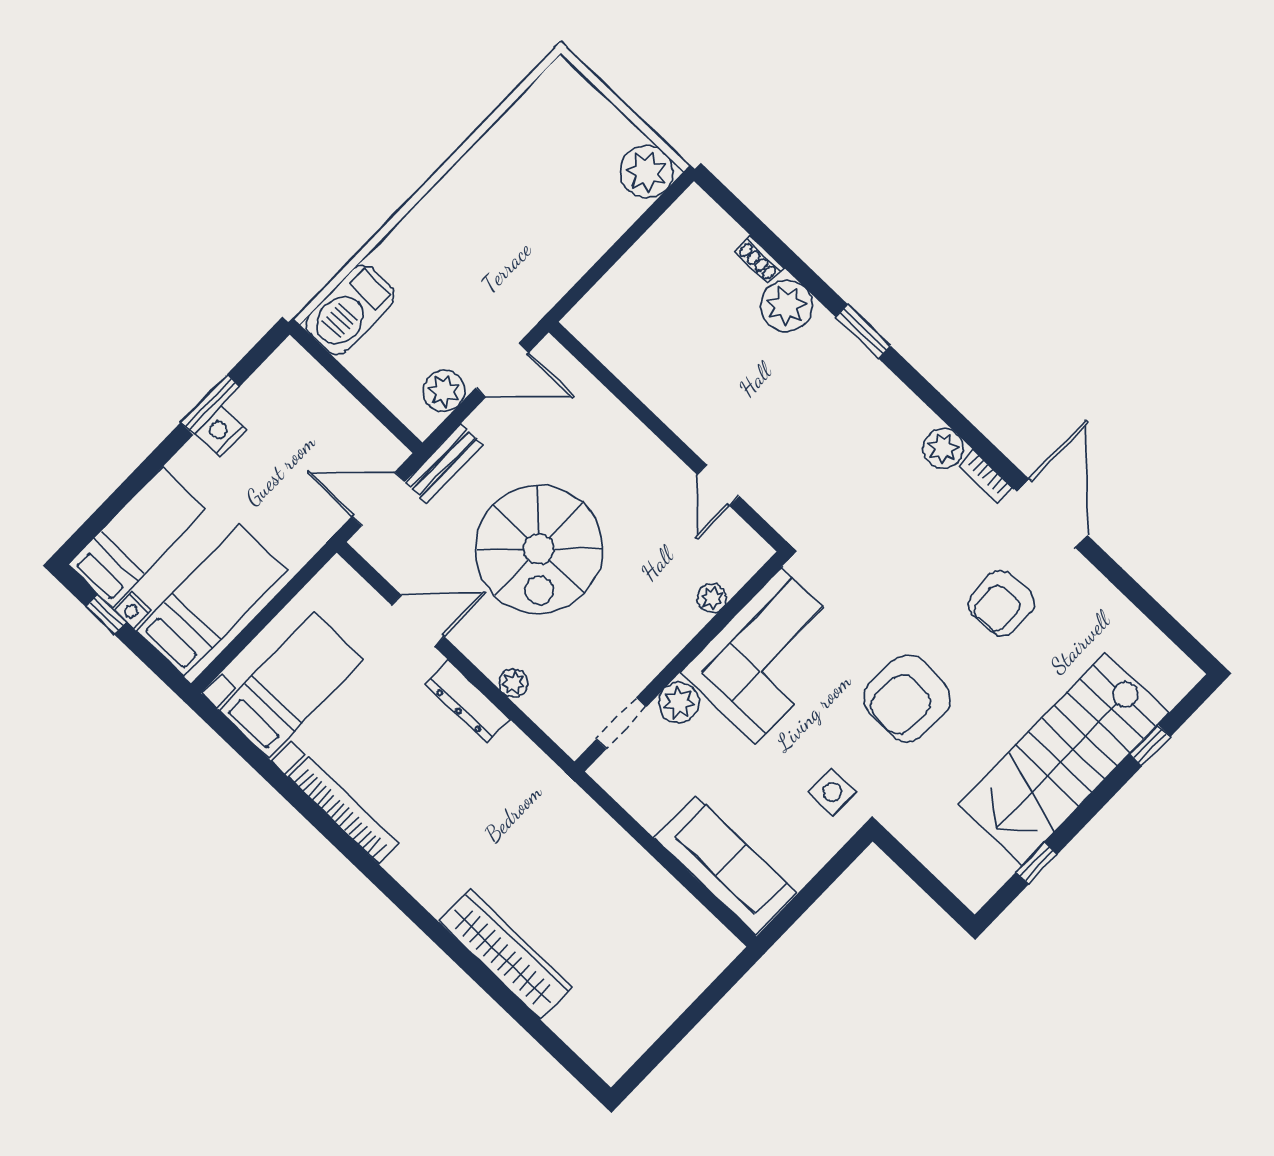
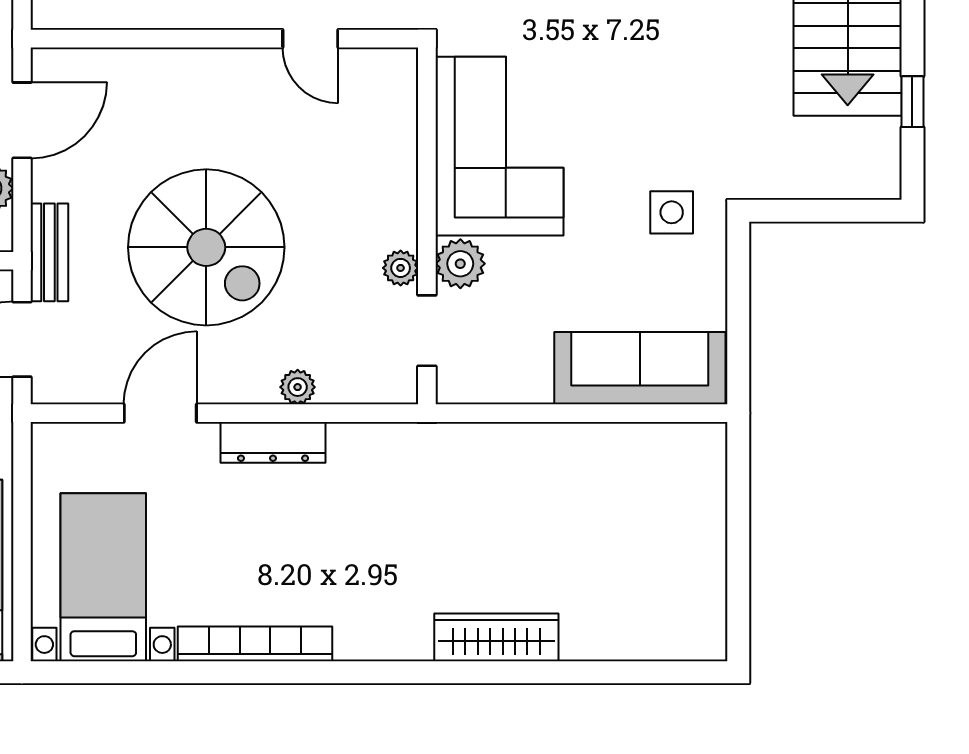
plant: (712, 598) -> (401, 268), moved
armchair: (907, 698) -> (658, 66), removed
wardrobe: (505, 954) -> (496, 637), width x0.71, depth x0.85

